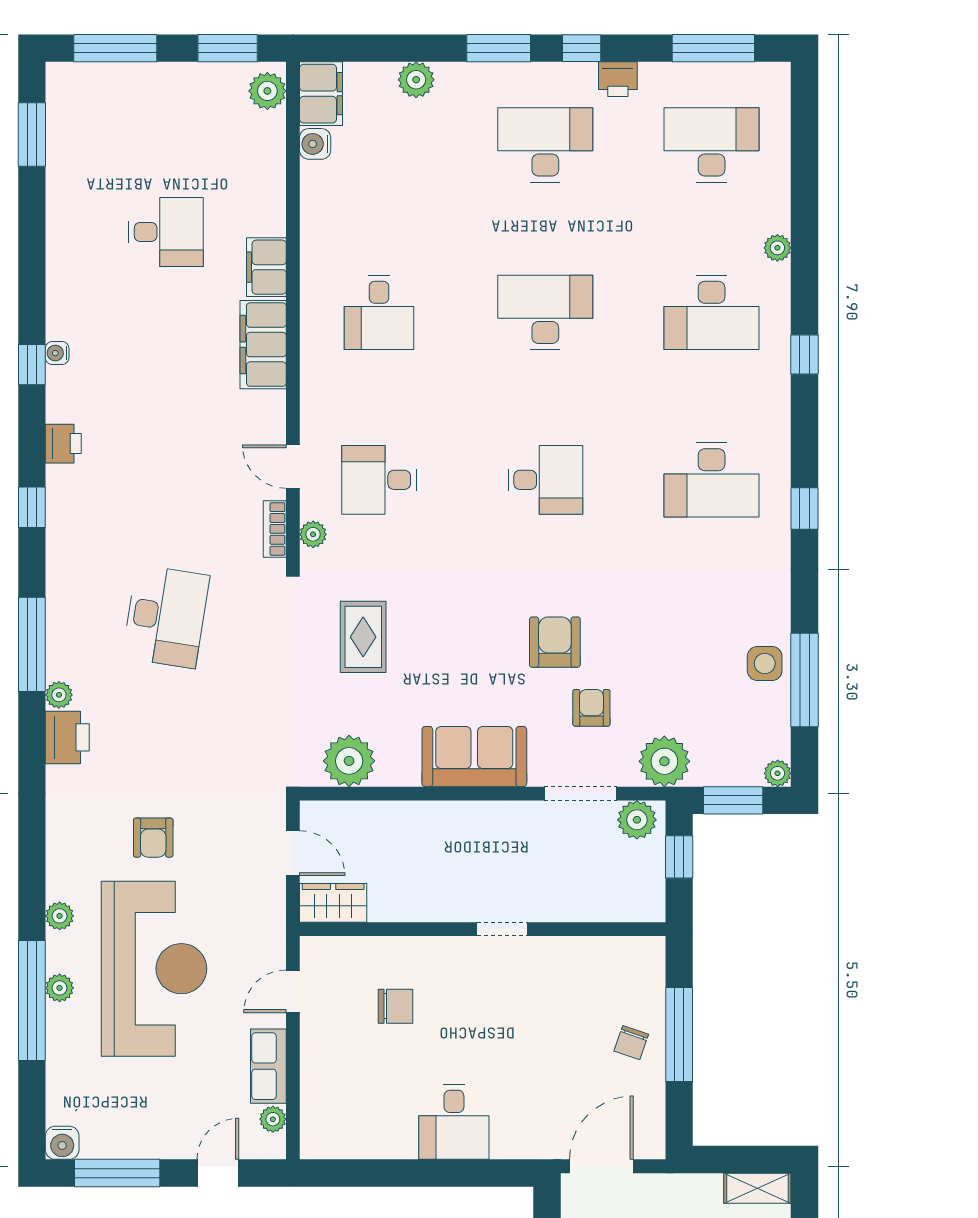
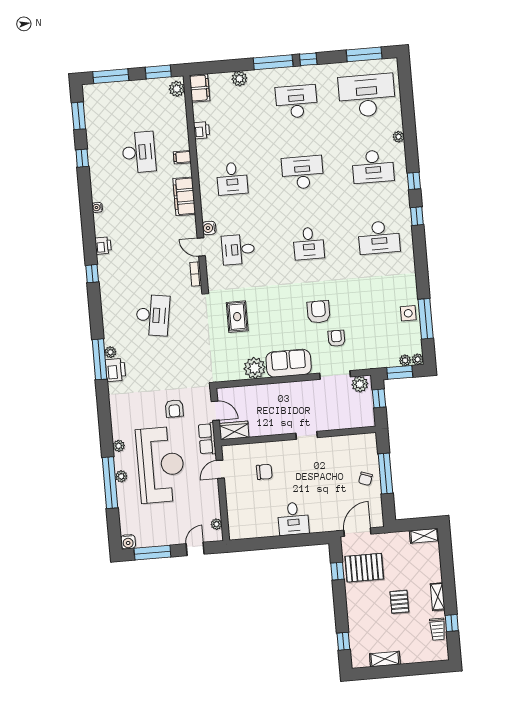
window: (499, 48) -> (273, 62), width x1.44
printer: (618, 79) -> (202, 130), moved, turned -90
water cooler: (315, 144) -> (209, 228), moved
desk: (712, 145) -> (367, 96), width x1.36, depth x1.30
desk: (166, 232) -> (139, 152), width x1.37
filing cabinet: (266, 267) -> (182, 157), width x0.50
window: (32, 365) -> (82, 158), moved
desk: (545, 480) -> (309, 243), turned 90
window: (805, 508) -> (417, 216), moved
plant: (313, 534) -> (212, 275), removed
window: (32, 644) -> (99, 359), moved
plant: (349, 761) -> (255, 368), moved
plant: (664, 761) -> (405, 360), moved, width x0.53, depth x0.53
armchair: (153, 838) -> (174, 409), moved
row of seats: (268, 1066) -> (207, 439), moved

